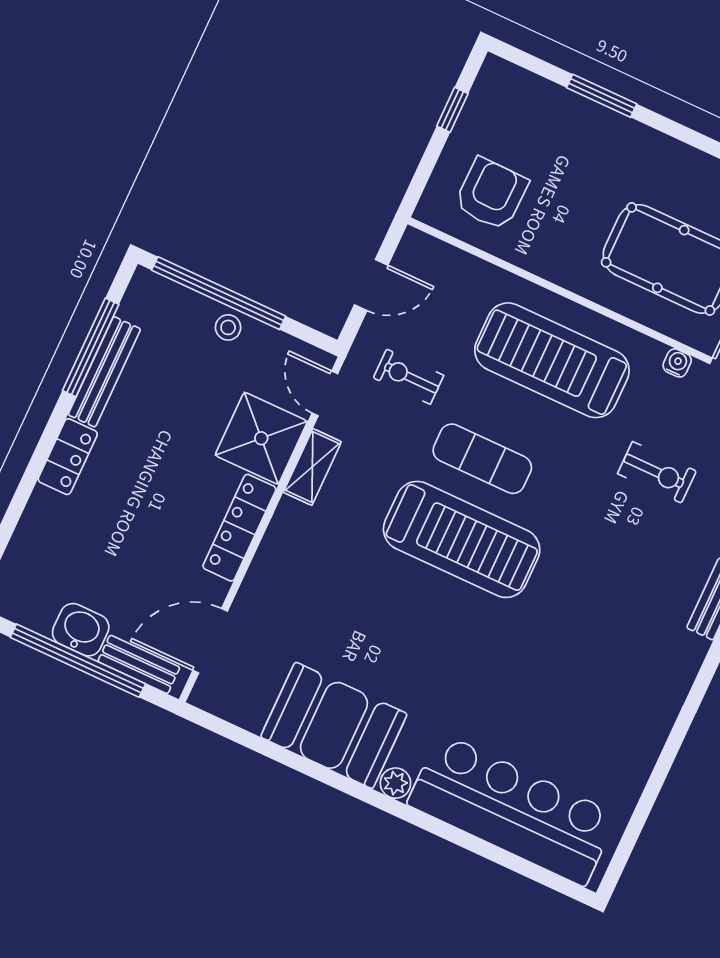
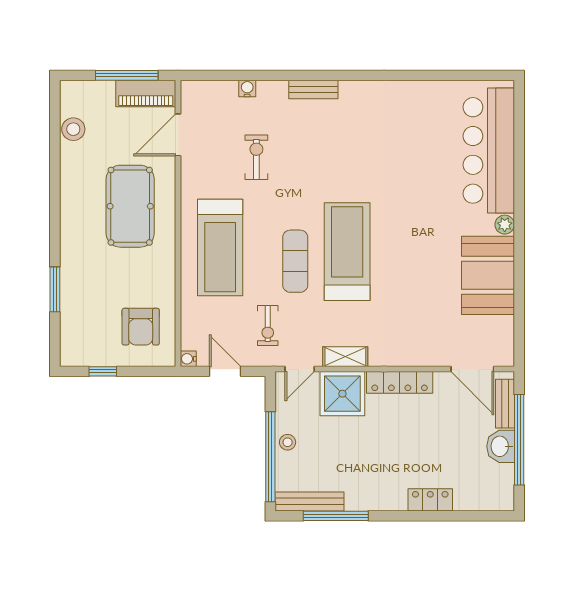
armchair: (491, 194) -> (141, 327), turned -91
water cooler: (677, 363) -> (188, 359), moved
bench: (104, 372) -> (310, 501), moved
locker: (68, 457) -> (430, 500), moved

